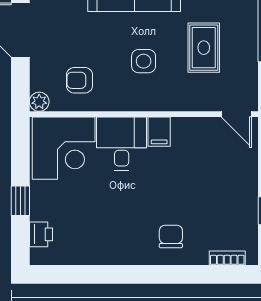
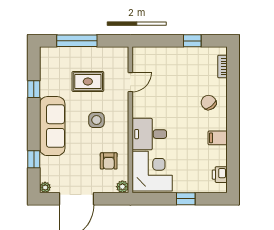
door: (236, 114) -> (130, 82), moved
filing cabinet: (159, 132) -> (218, 138), moved, turned 180
printer: (41, 234) -> (220, 175), moved, turned -90
chair: (171, 236) -> (209, 103), turned 53

